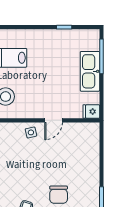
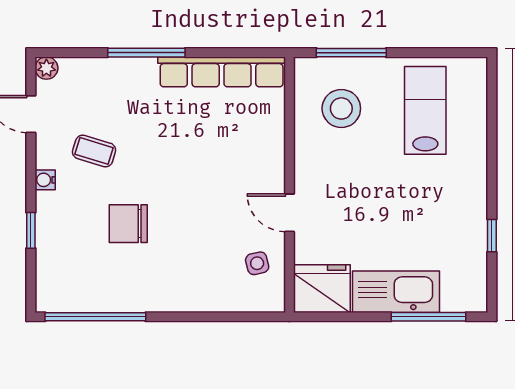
fridge: (91, 112) -> (322, 289), width x1.88, depth x1.34
side table: (31, 132) -> (257, 263), moved

